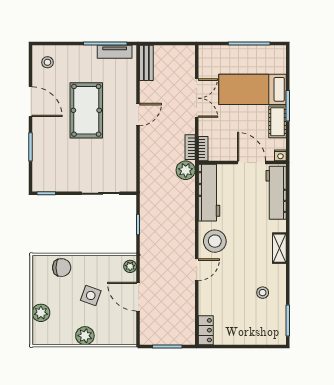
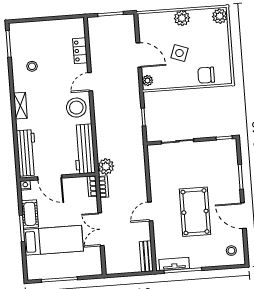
plant: (41, 313) -> (220, 16), moved
locker: (206, 330) -> (80, 51), moved

